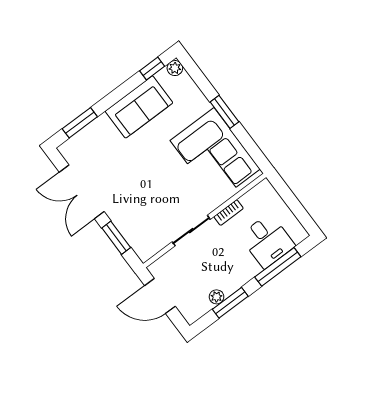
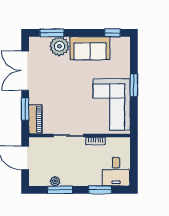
plant: (175, 68) -> (59, 46), moved, width x1.88, depth x1.88
piano: (138, 241) -> (35, 119), added
desk: (267, 241) -> (116, 172), moved
window: (278, 267) -> (100, 190), width x0.69

